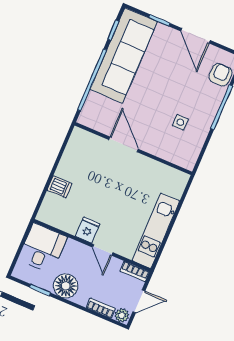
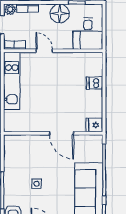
side table: (180, 122) -> (37, 184), moved
fridge: (88, 230) -> (94, 125), moved, turned 90

